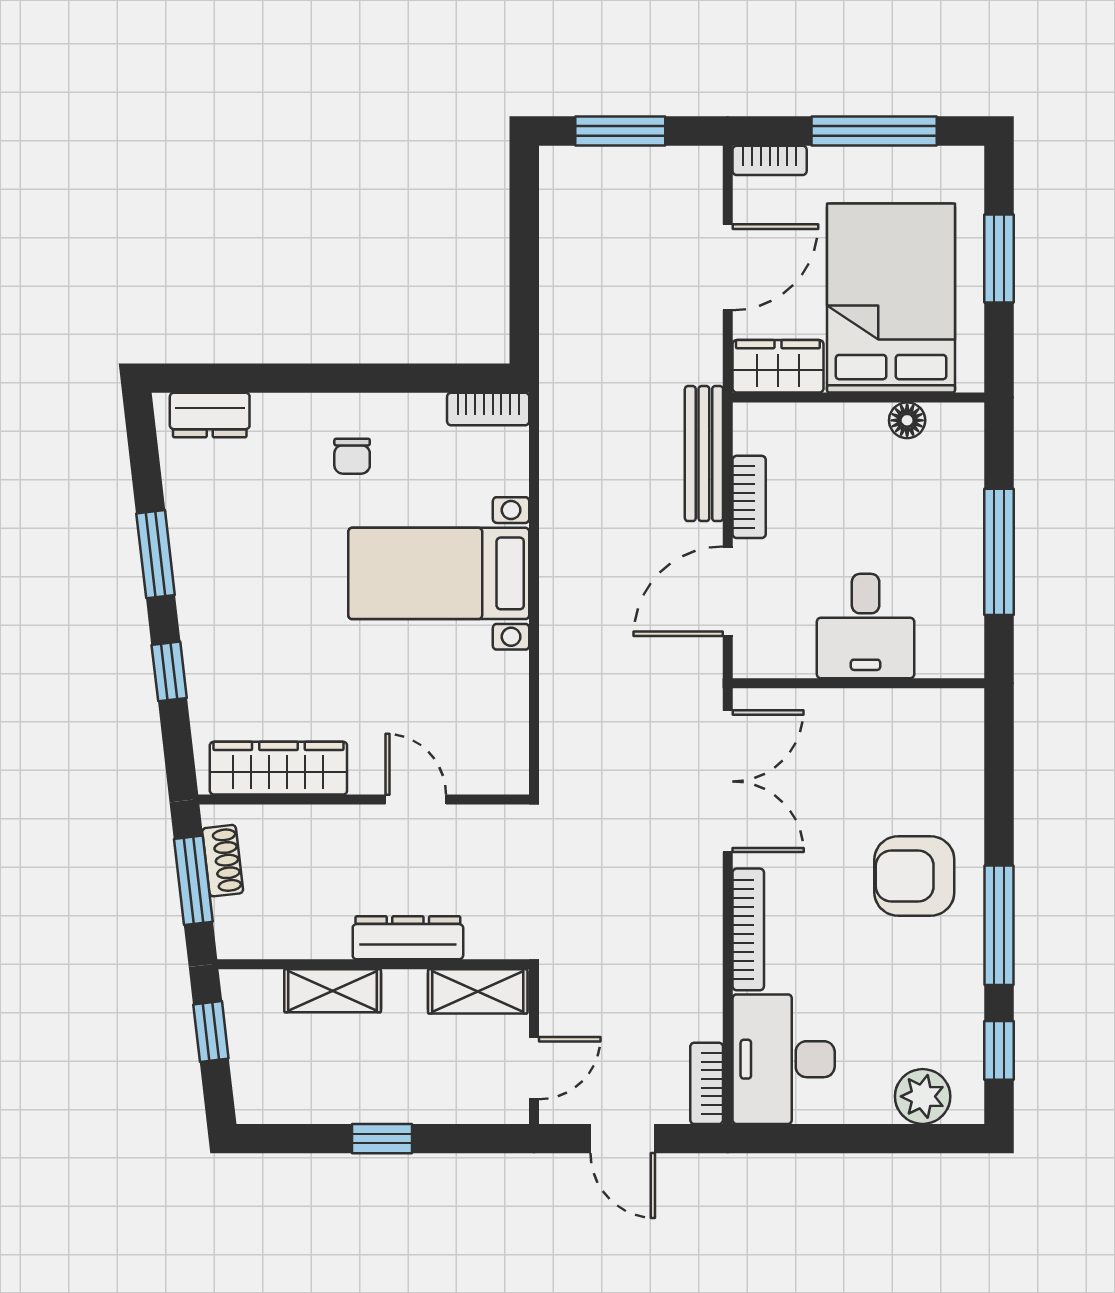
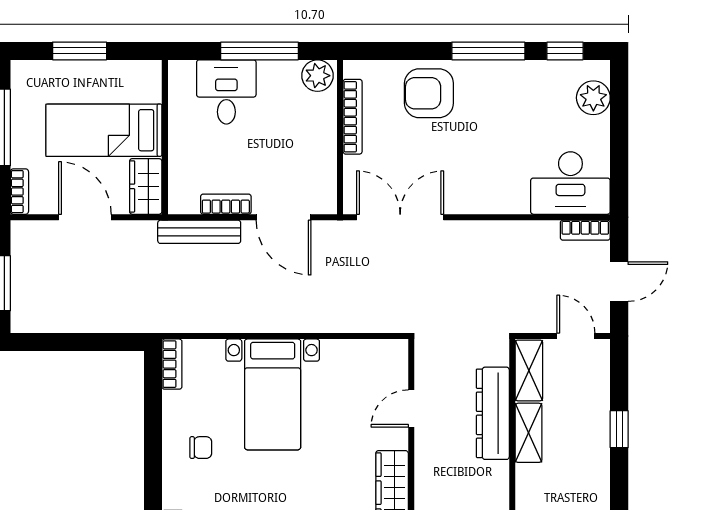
bed: (891, 298) -> (104, 130), width x0.67
floor lamp: (907, 420) -> (179, 107), removed
desk: (866, 626) -> (226, 92), moved, turned -90
plant: (959, 647) -> (317, 76), added
armchair: (914, 876) -> (429, 93), moved, turned 90
bookcase: (748, 929) -> (353, 117), moved, turned 90
dresser: (408, 938) -> (493, 413), width x1.37, depth x1.24
shelving: (333, 991) -> (529, 433), moved

